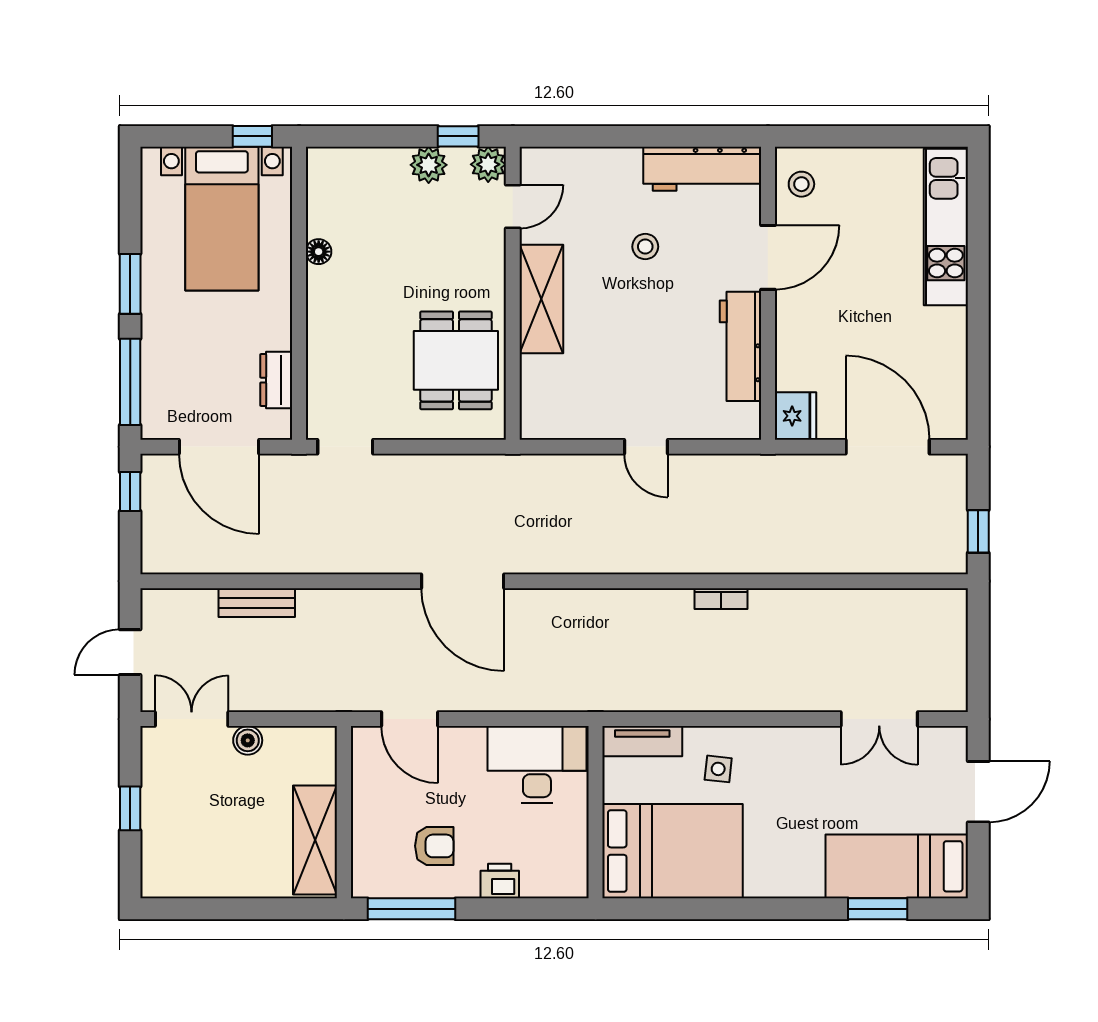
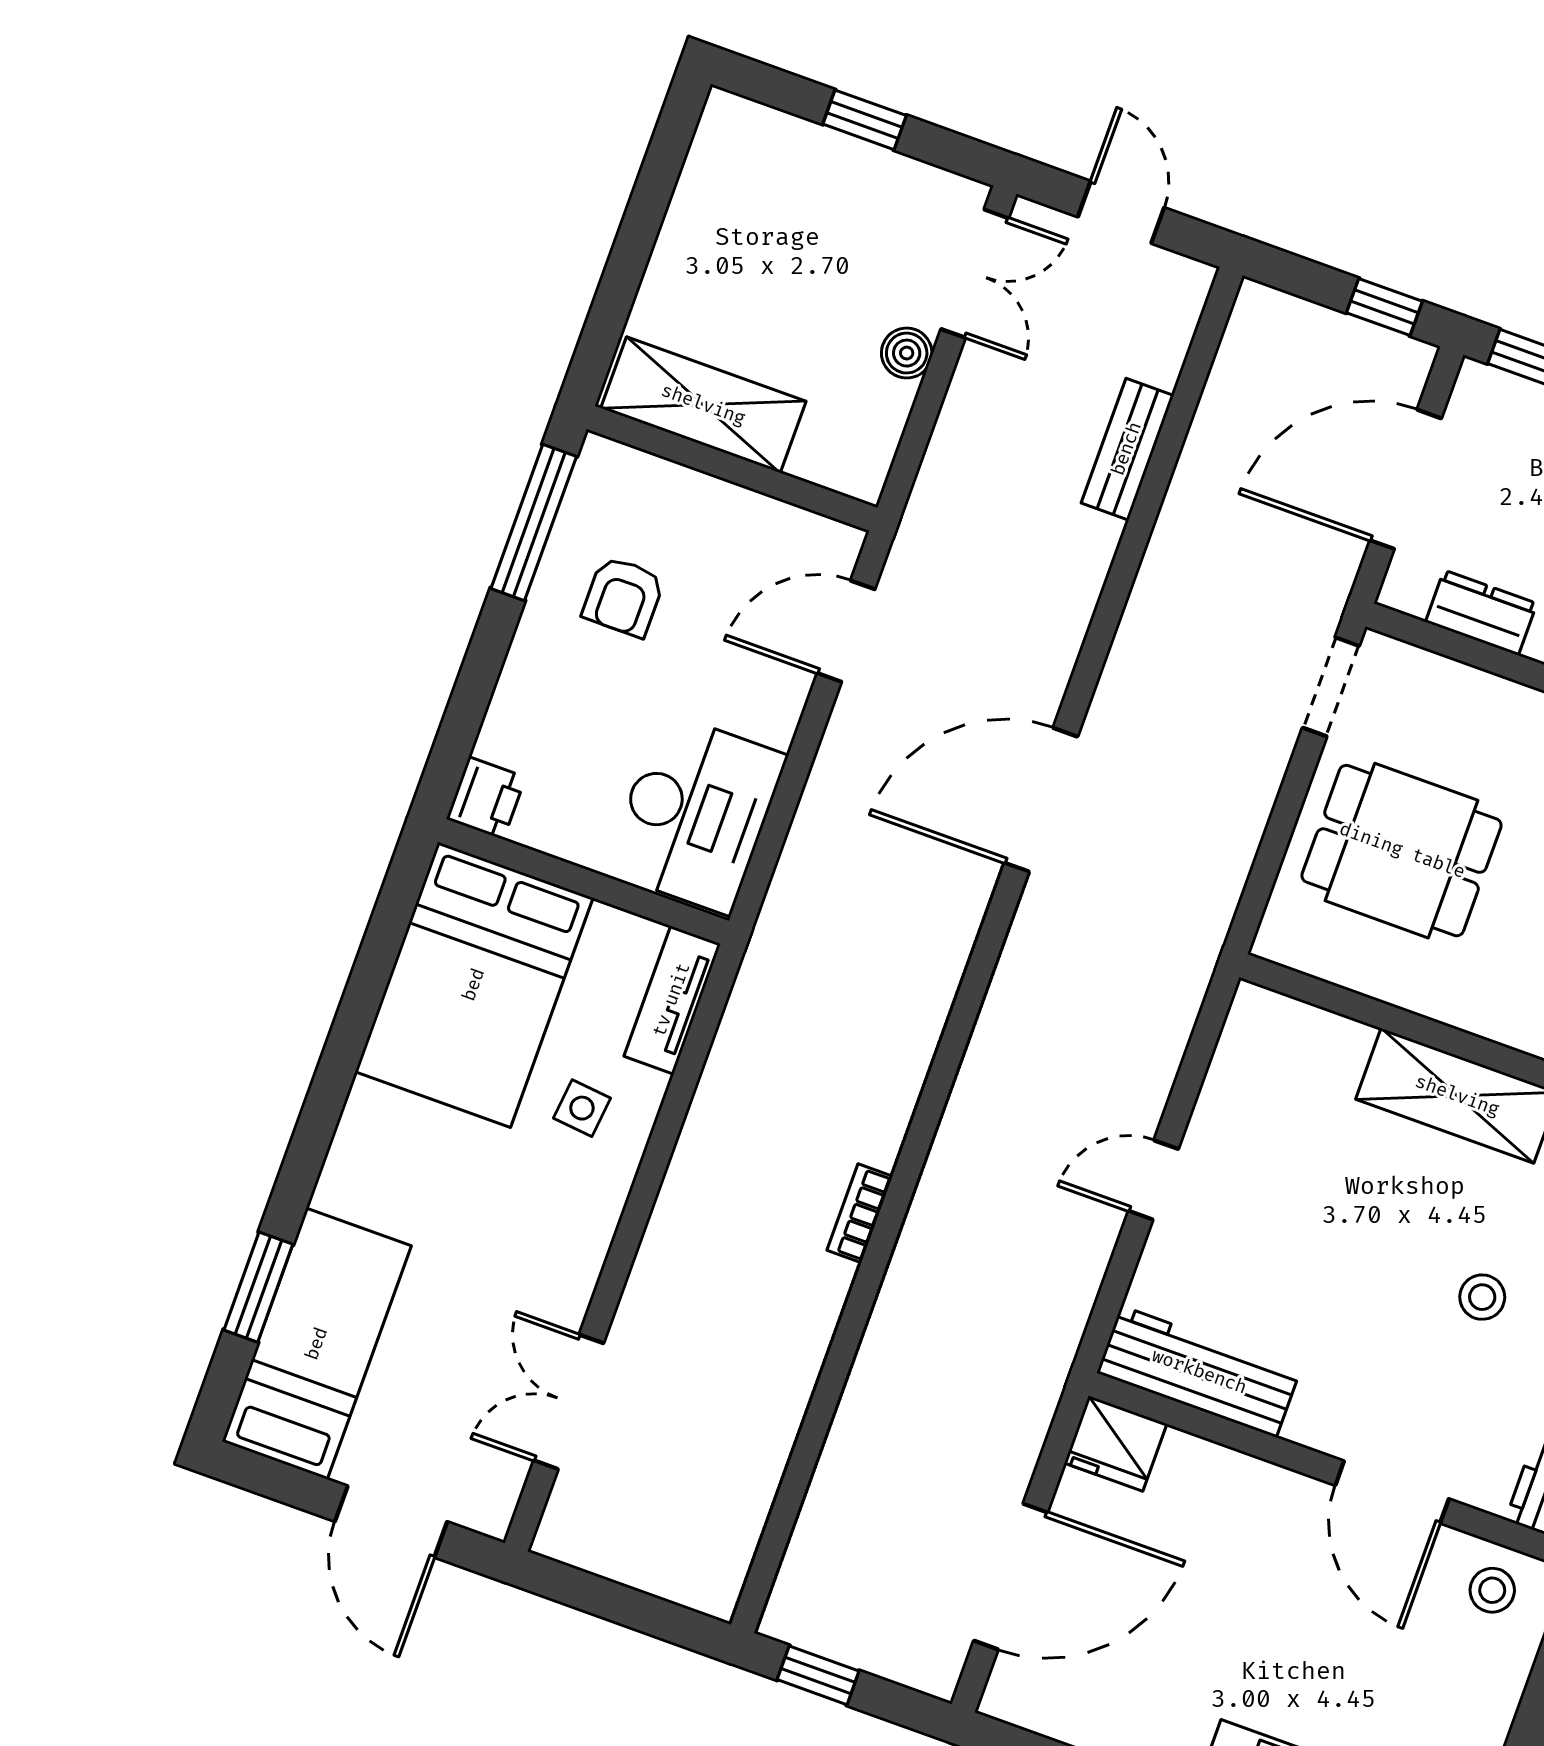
workbench: (741, 346) -> (1199, 1372), moved
dining table: (456, 360) -> (1402, 851), moved
printer: (500, 881) -> (486, 798), moved

